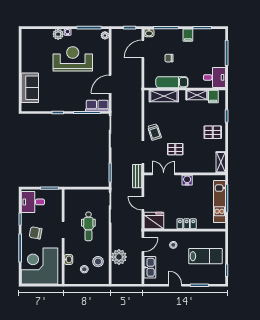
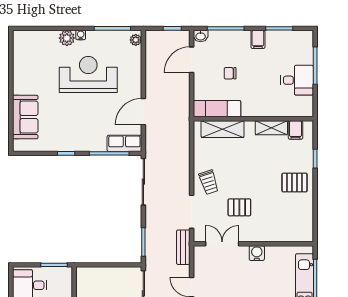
desk: (214, 77) -> (297, 80), moved
exam couch: (172, 82) -> (217, 109), moved
shelving: (221, 162) -> (306, 227), removed

